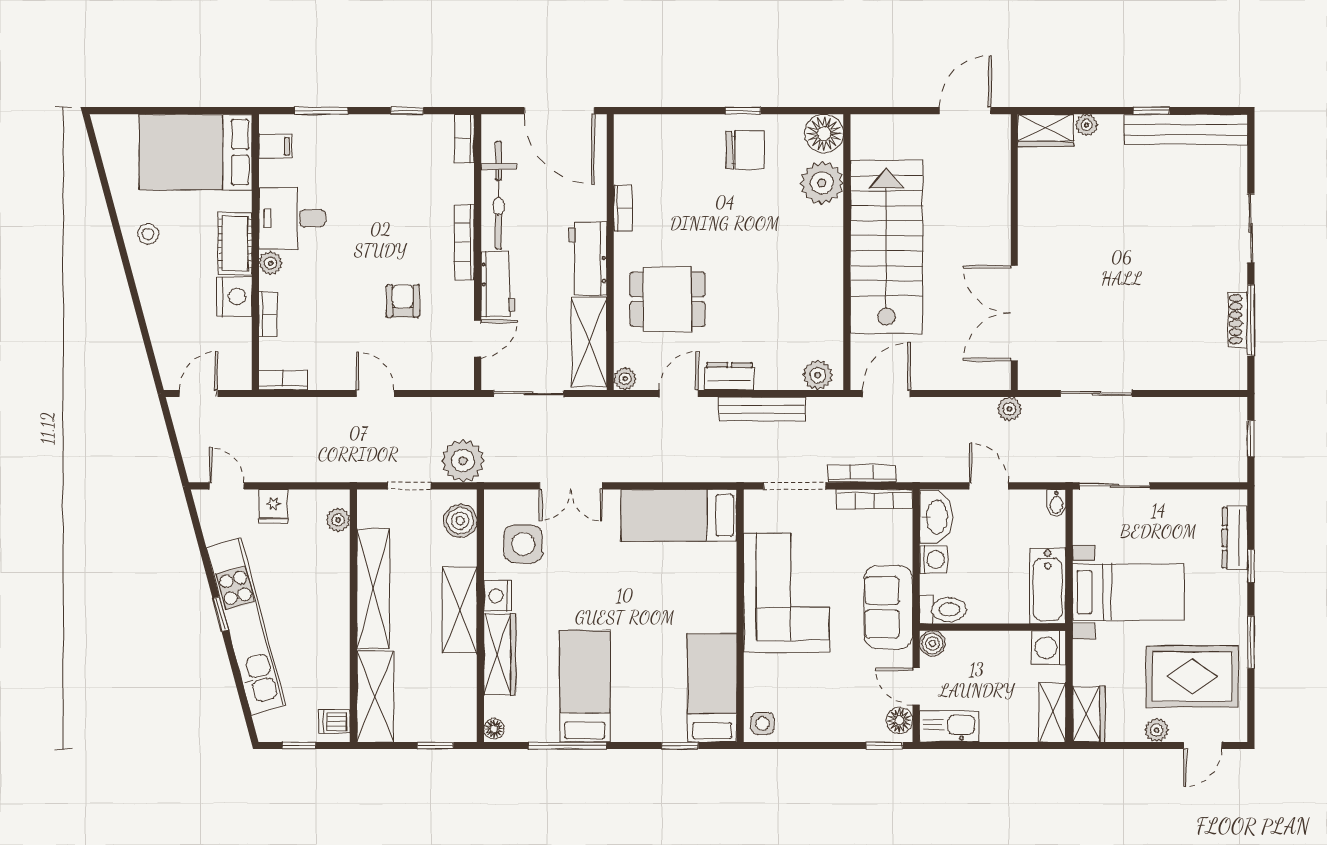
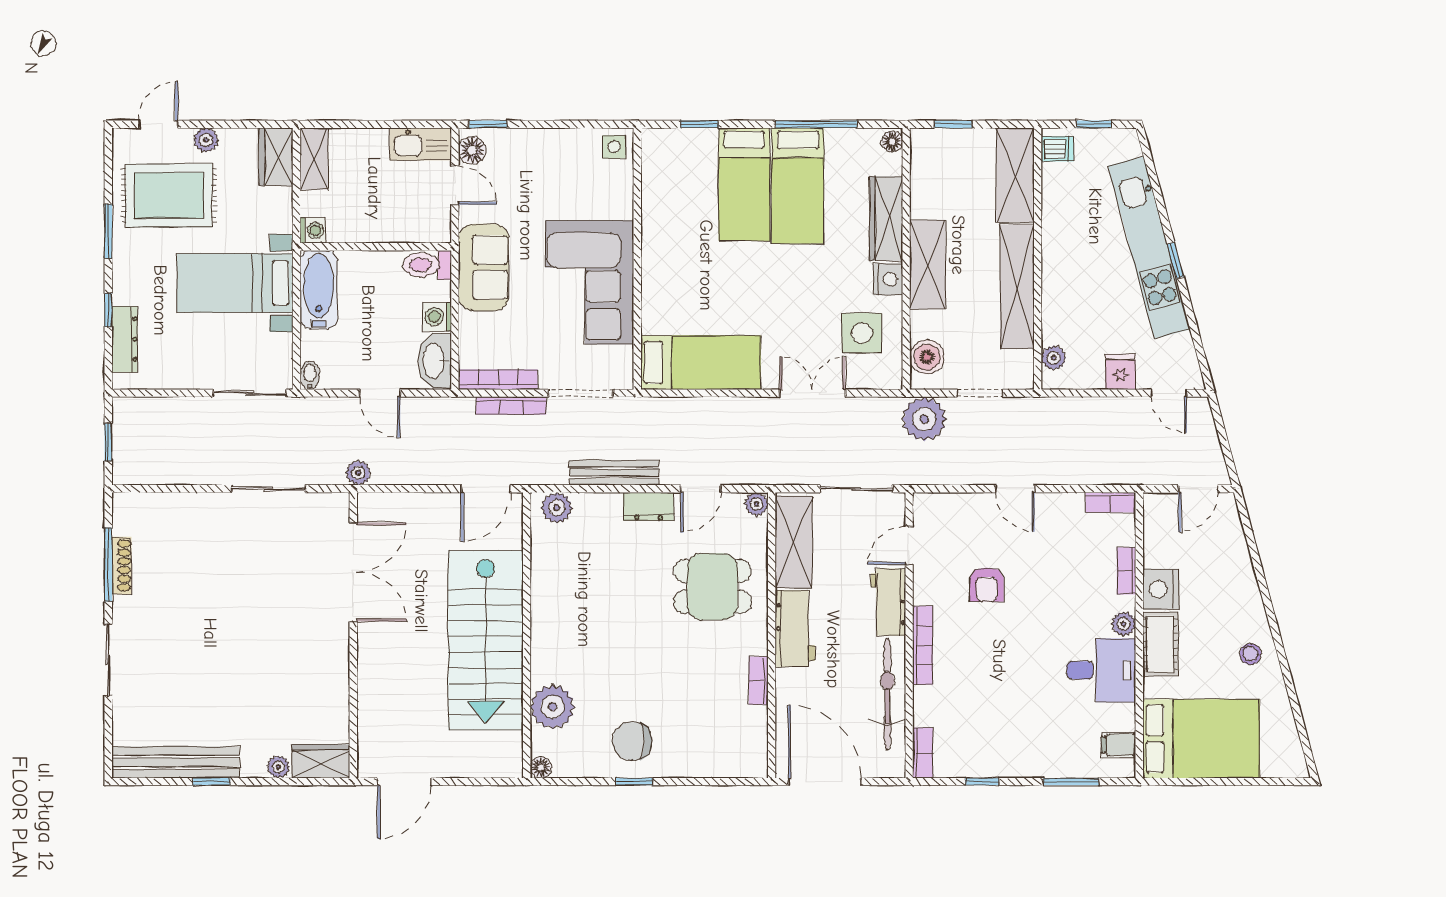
floor lamp: (824, 133) -> (541, 767), width x0.53, depth x0.53
boiler: (932, 643) -> (438, 230), removed
washing machine: (1049, 648) -> (313, 230), width x0.73, depth x0.73
bed: (712, 688) -> (744, 184), moved

